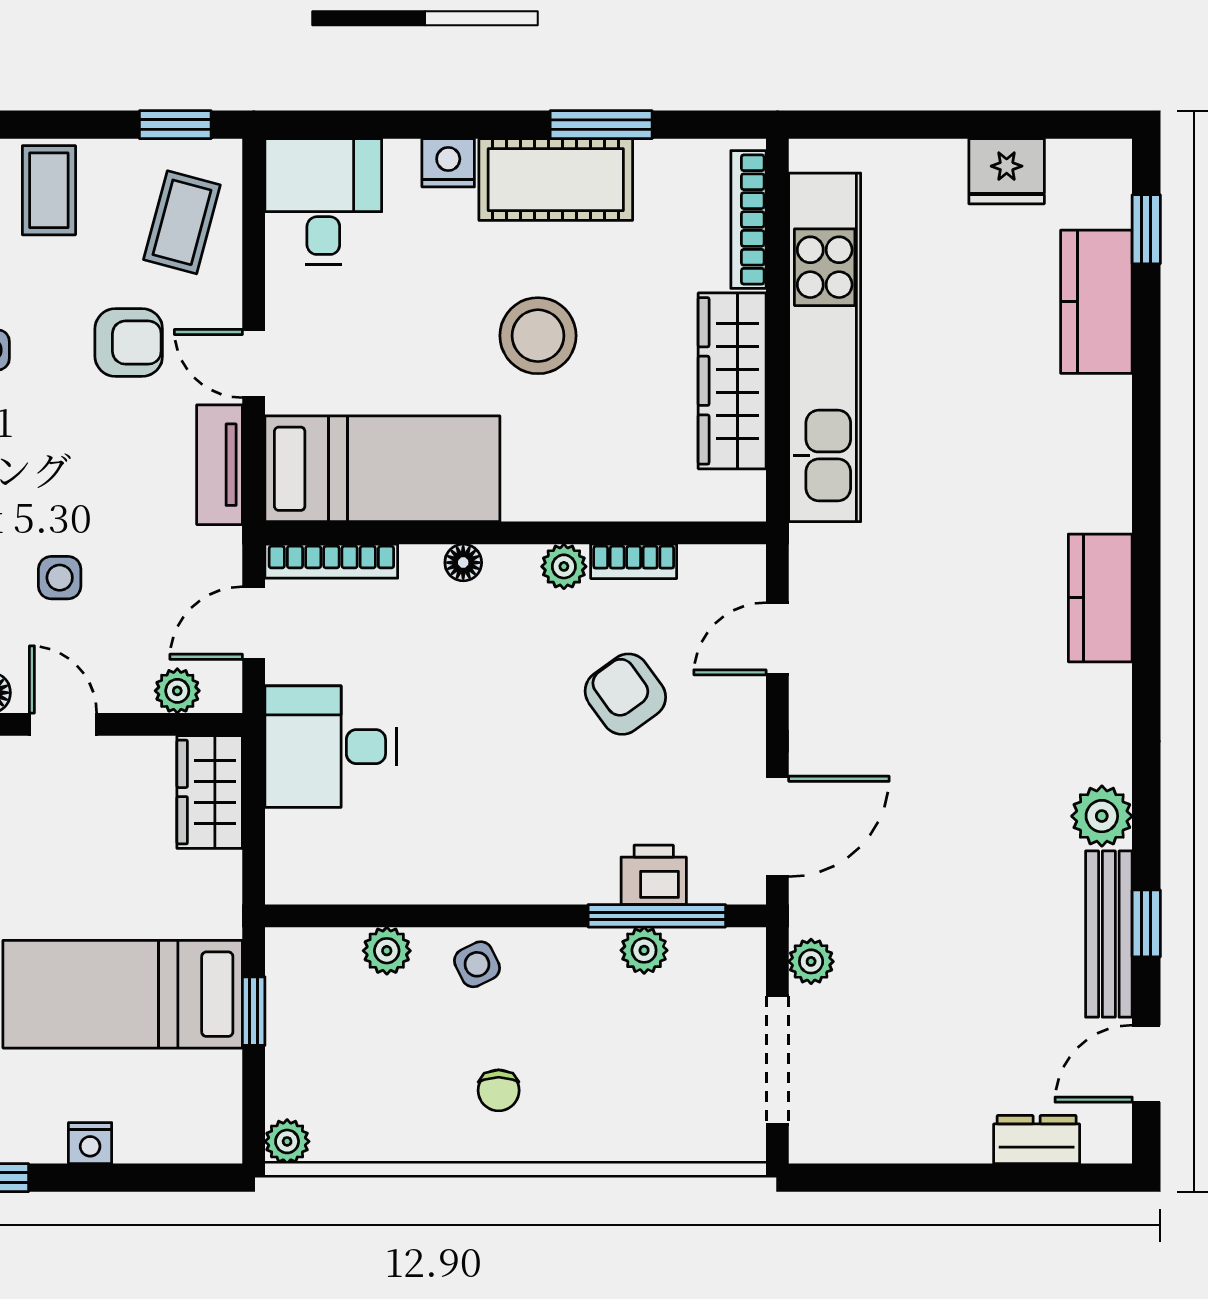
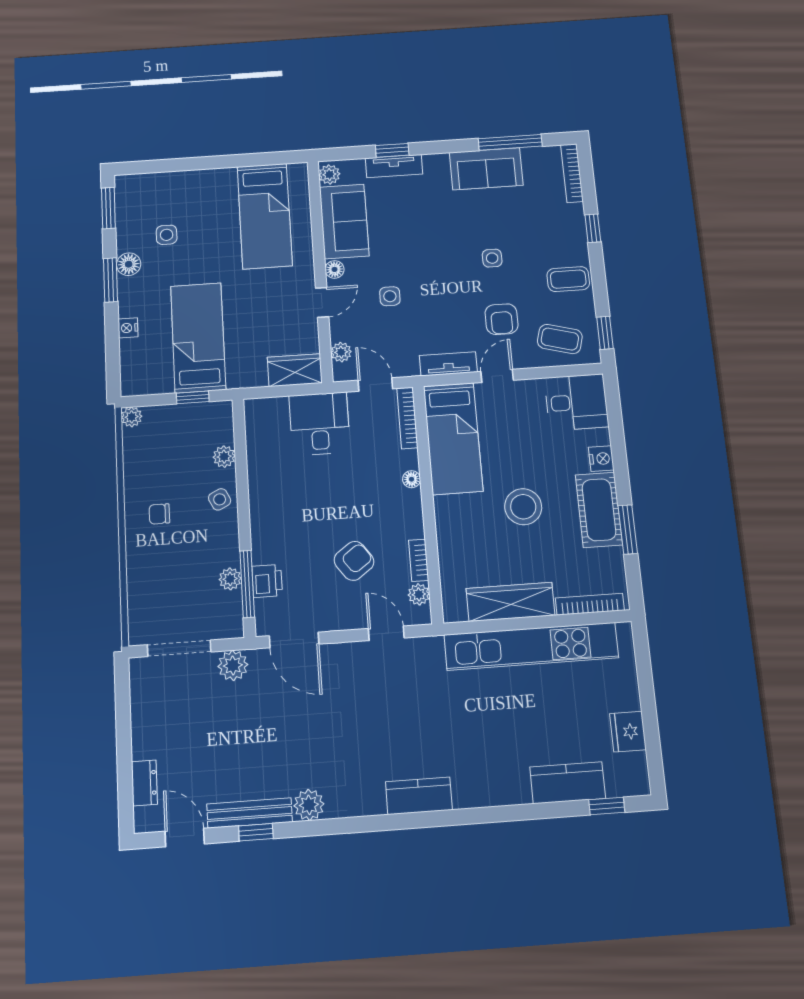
plant: (564, 566) -> (419, 594), moved
plant: (811, 961) -> (233, 665), width x1.38, depth x1.38

